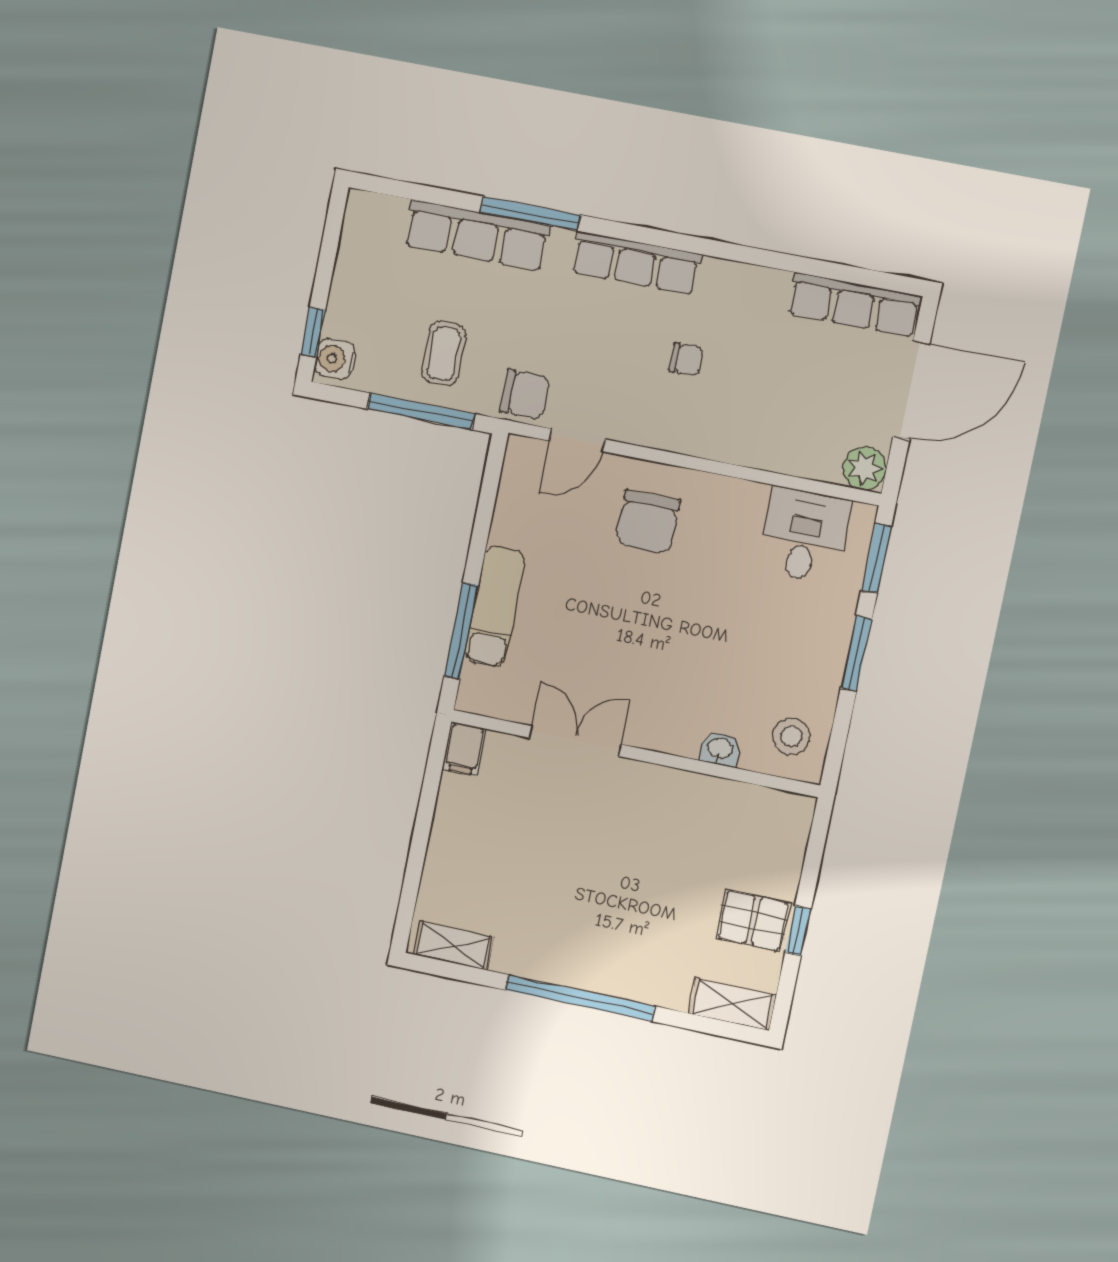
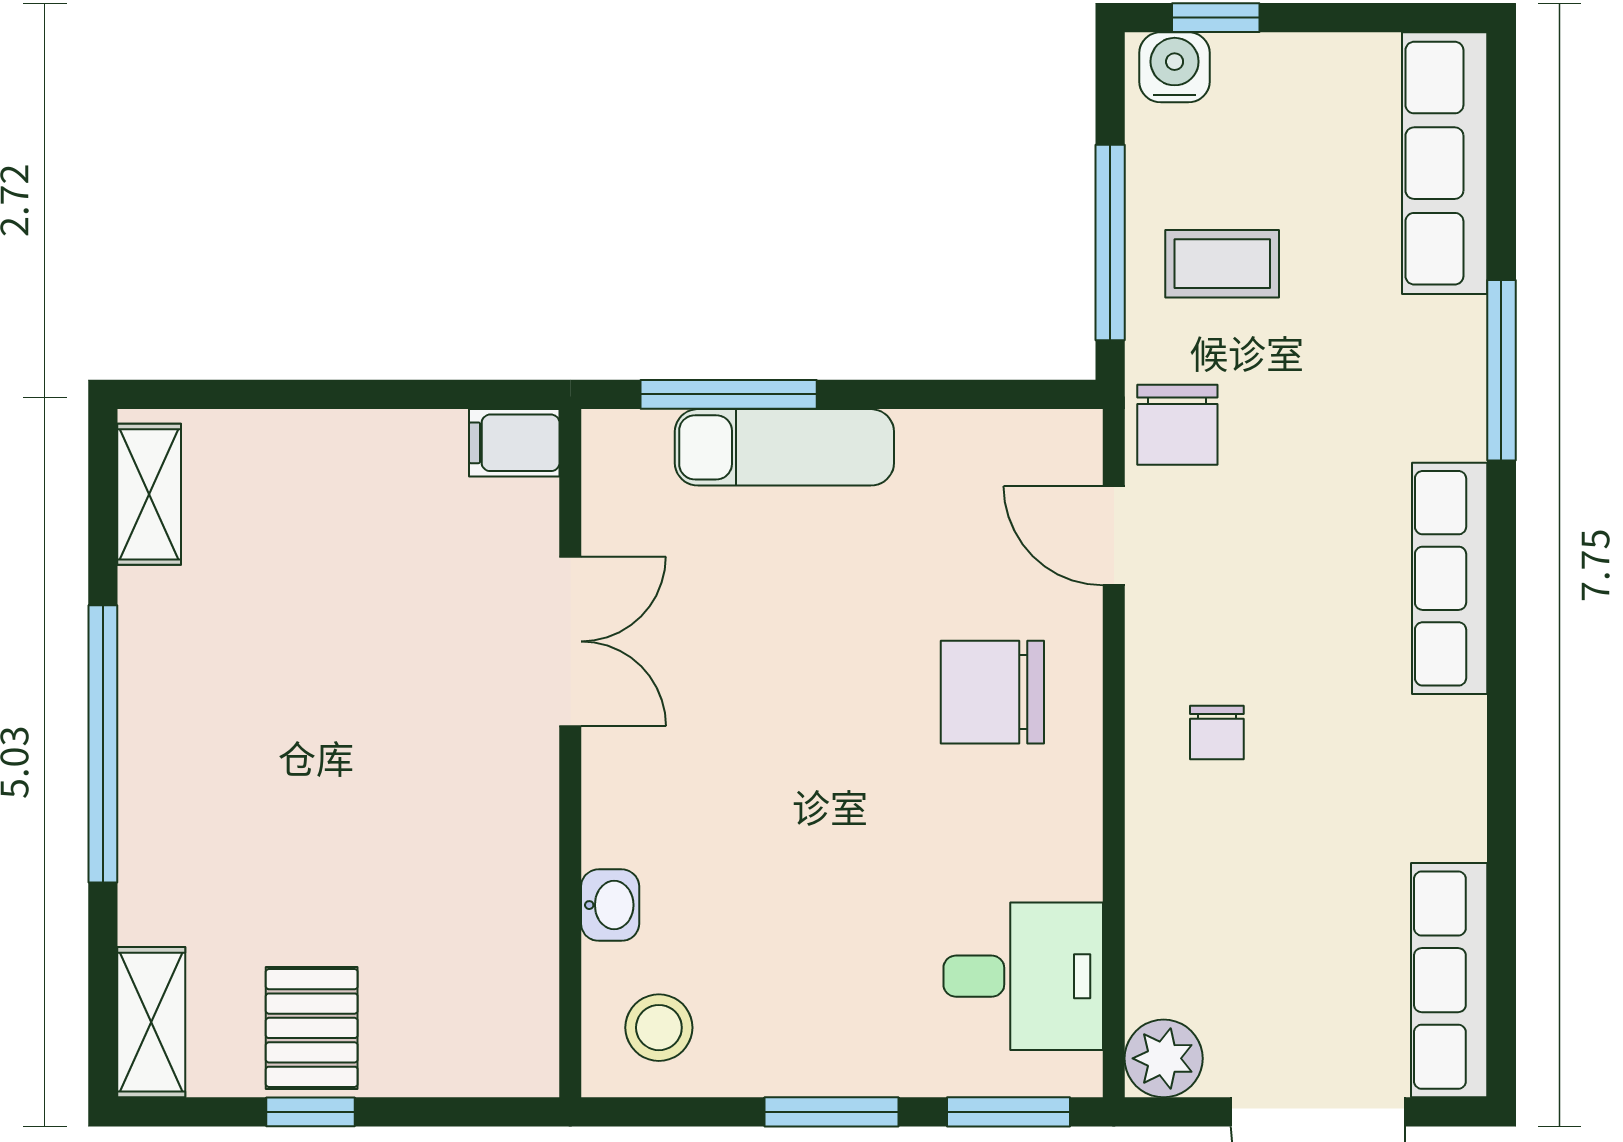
row of seats: (477, 235) -> (1445, 163), moved
chair: (686, 360) -> (1217, 732), moved

